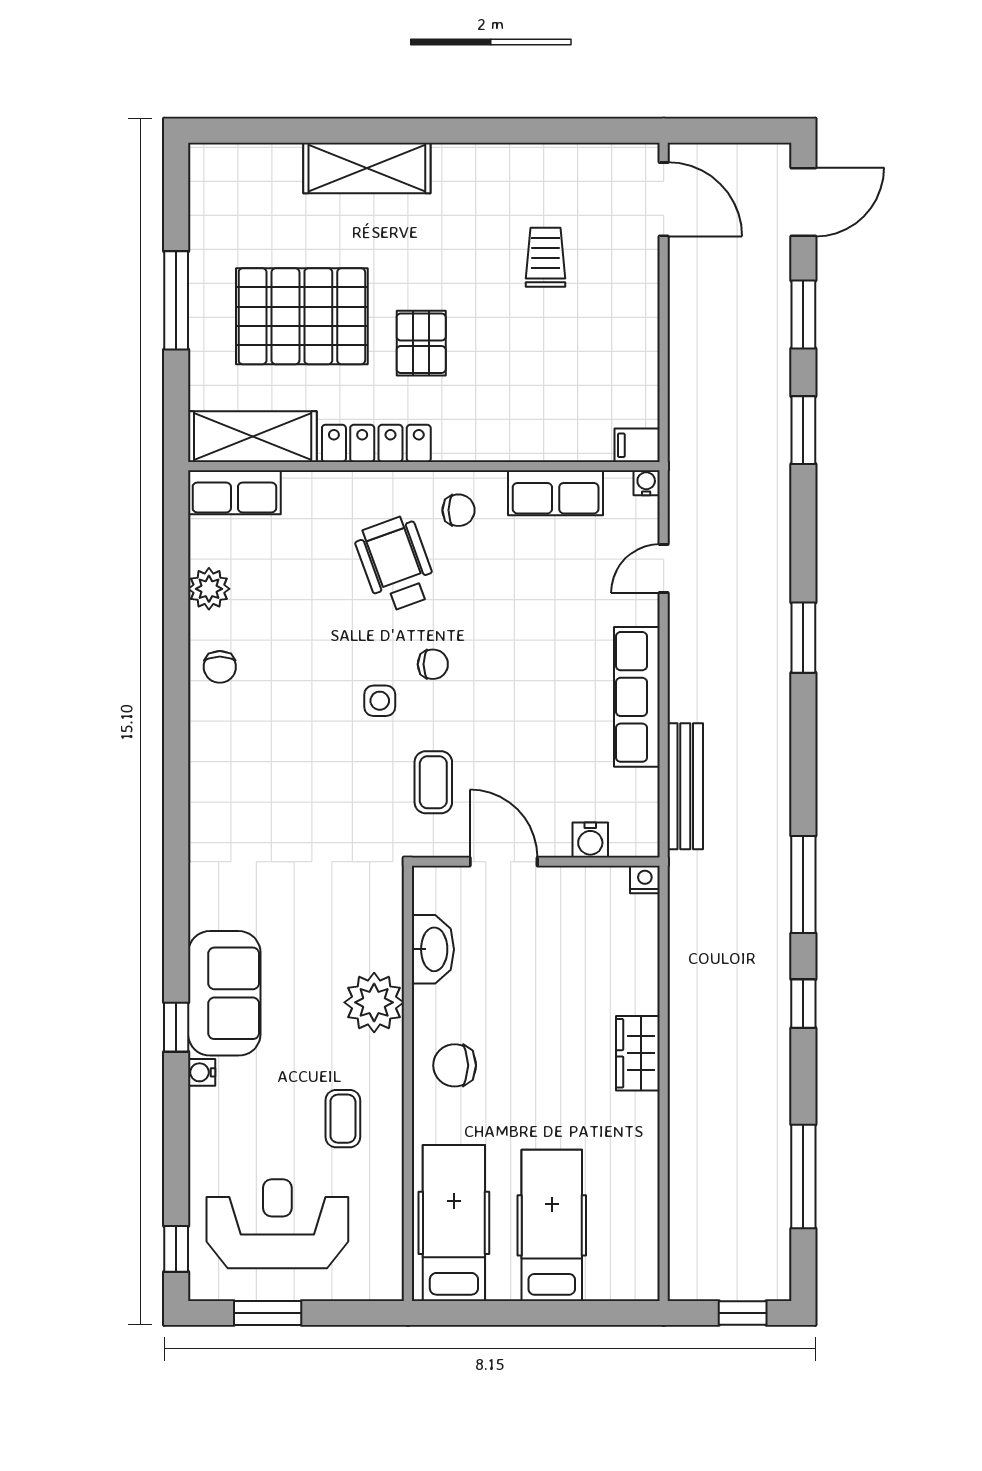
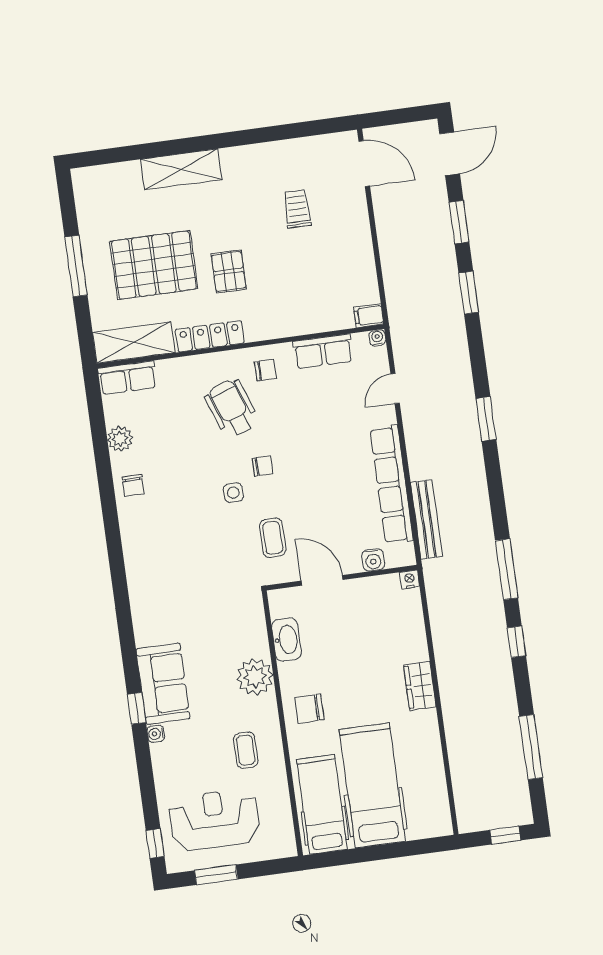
row of seats: (637, 697) -> (392, 484), width x1.36
hospital bed: (552, 1225) -> (372, 785), width x1.37, depth x1.29

